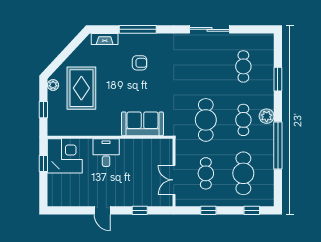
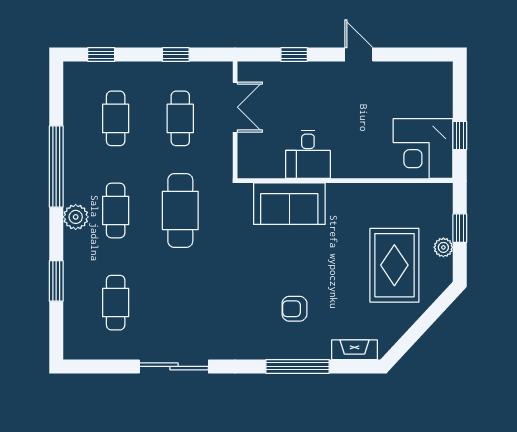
plant: (53, 85) -> (443, 247), moved
desk: (106, 153) -> (308, 154), moved
cafe table: (243, 173) -> (116, 118), width x0.73, depth x0.74

